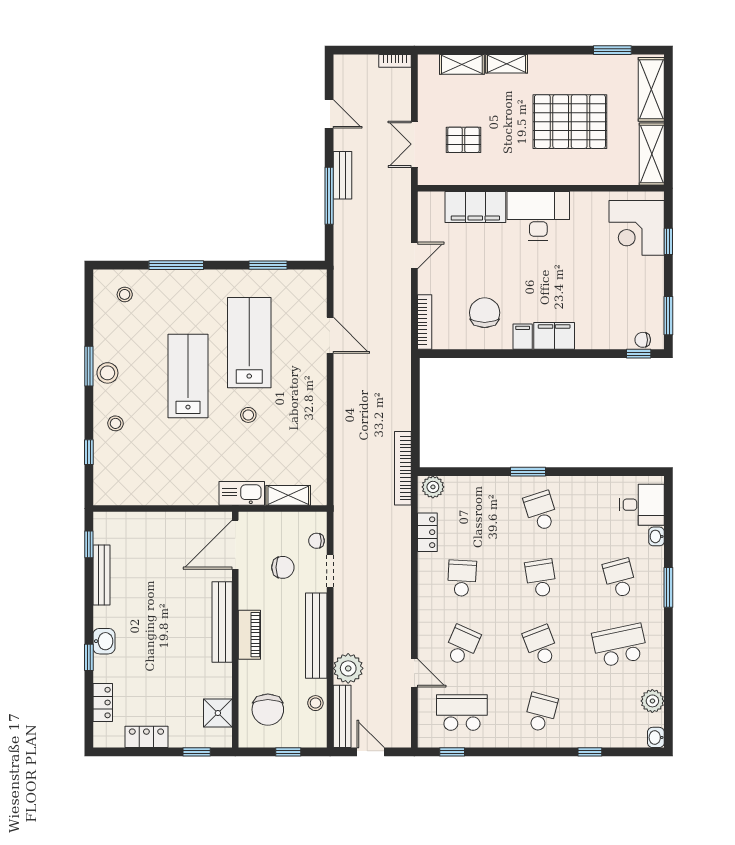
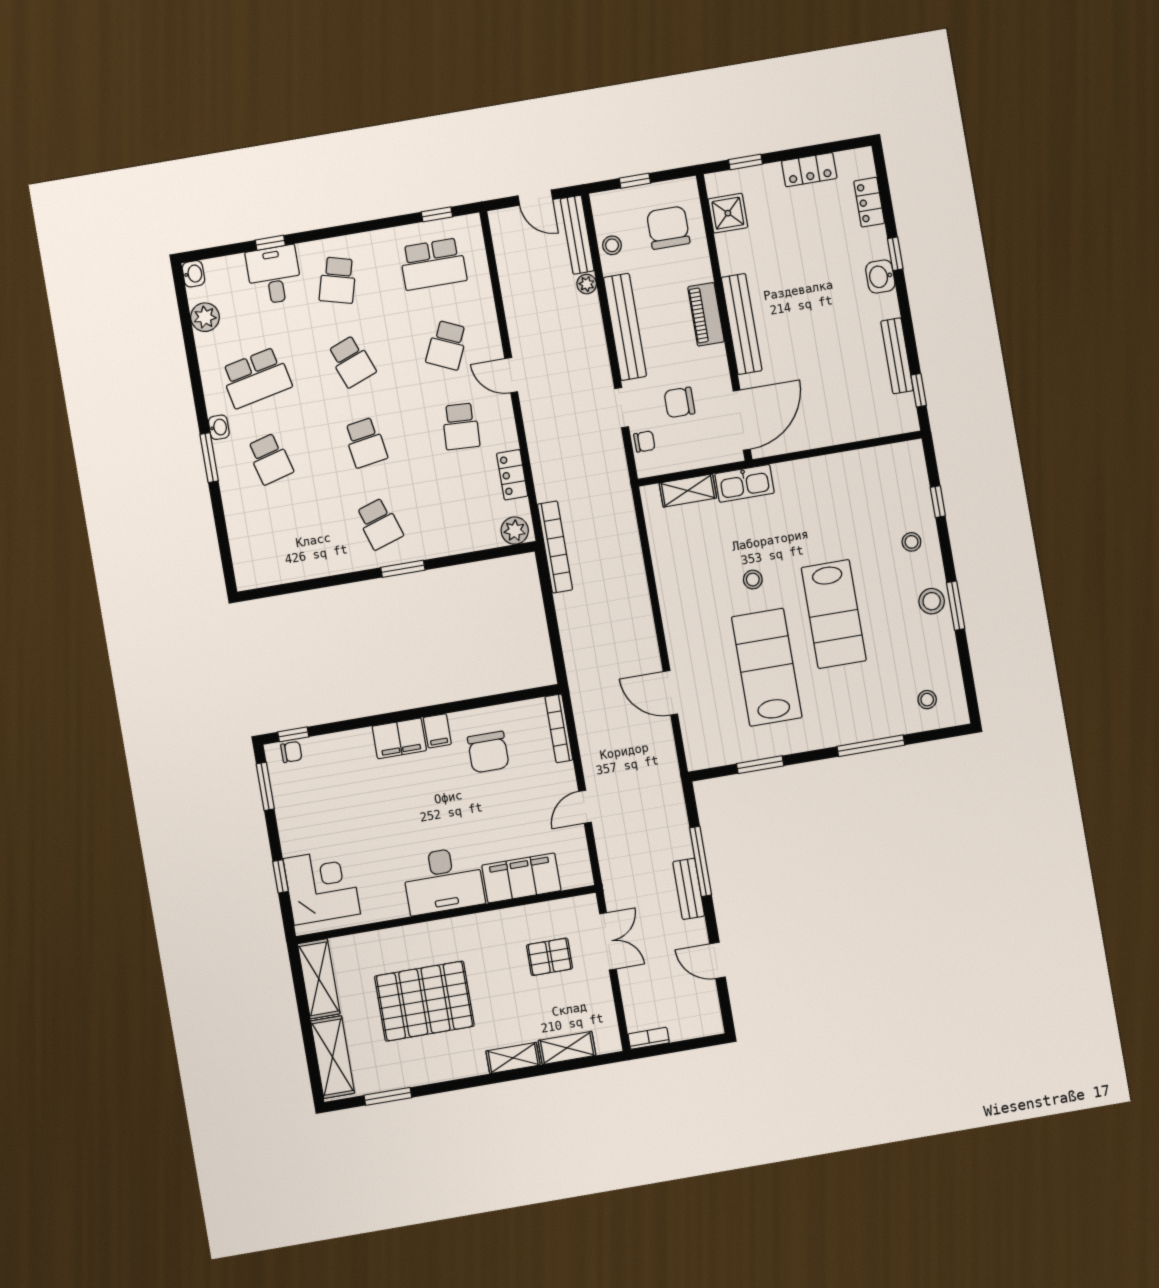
lab bench: (249, 343) -> (767, 667), turned 180
desk: (642, 505) -> (274, 275), moved, turned 90
washbasin: (656, 536) -> (219, 427), moved
plant: (348, 668) -> (587, 284), width x0.53, depth x0.53
door: (414, 673) -> (511, 375), moved

